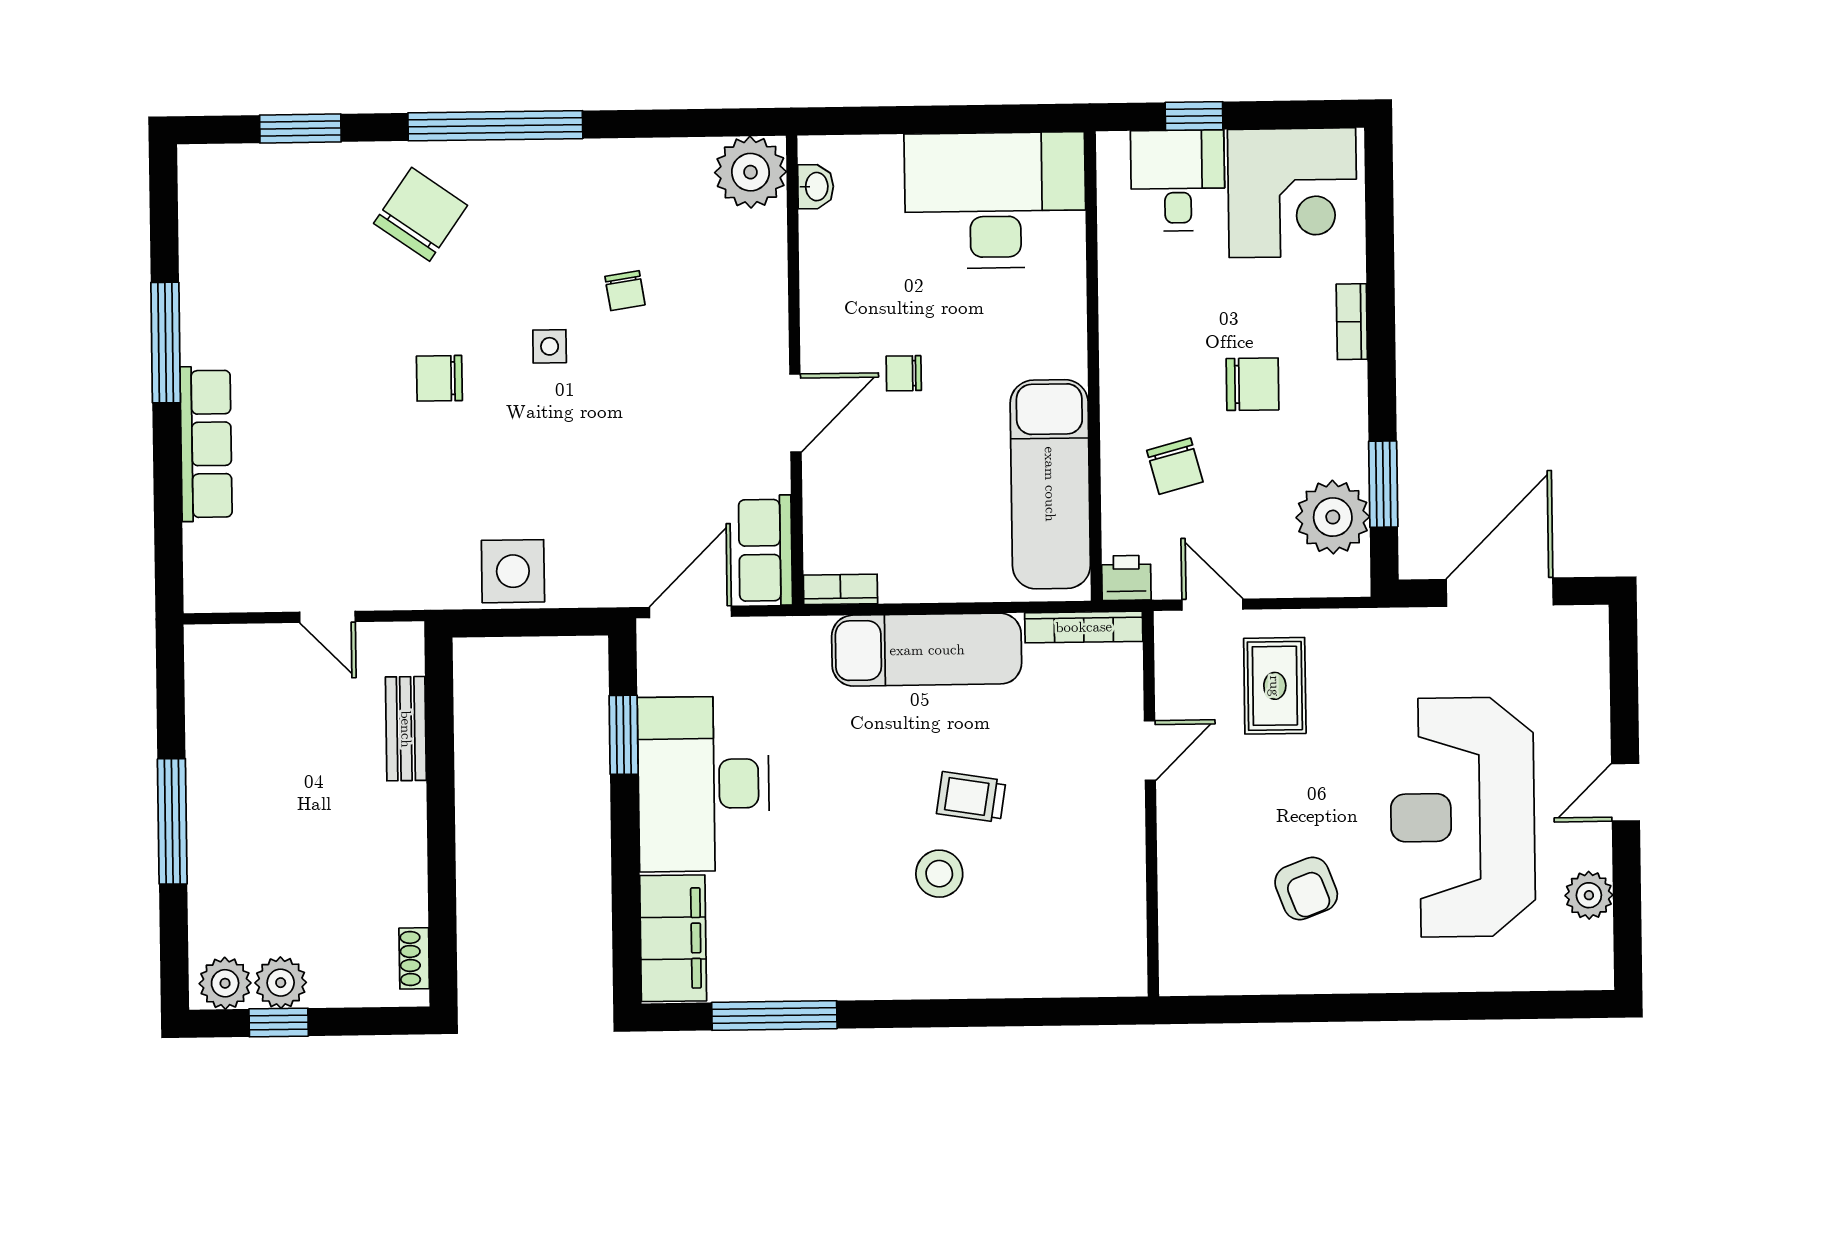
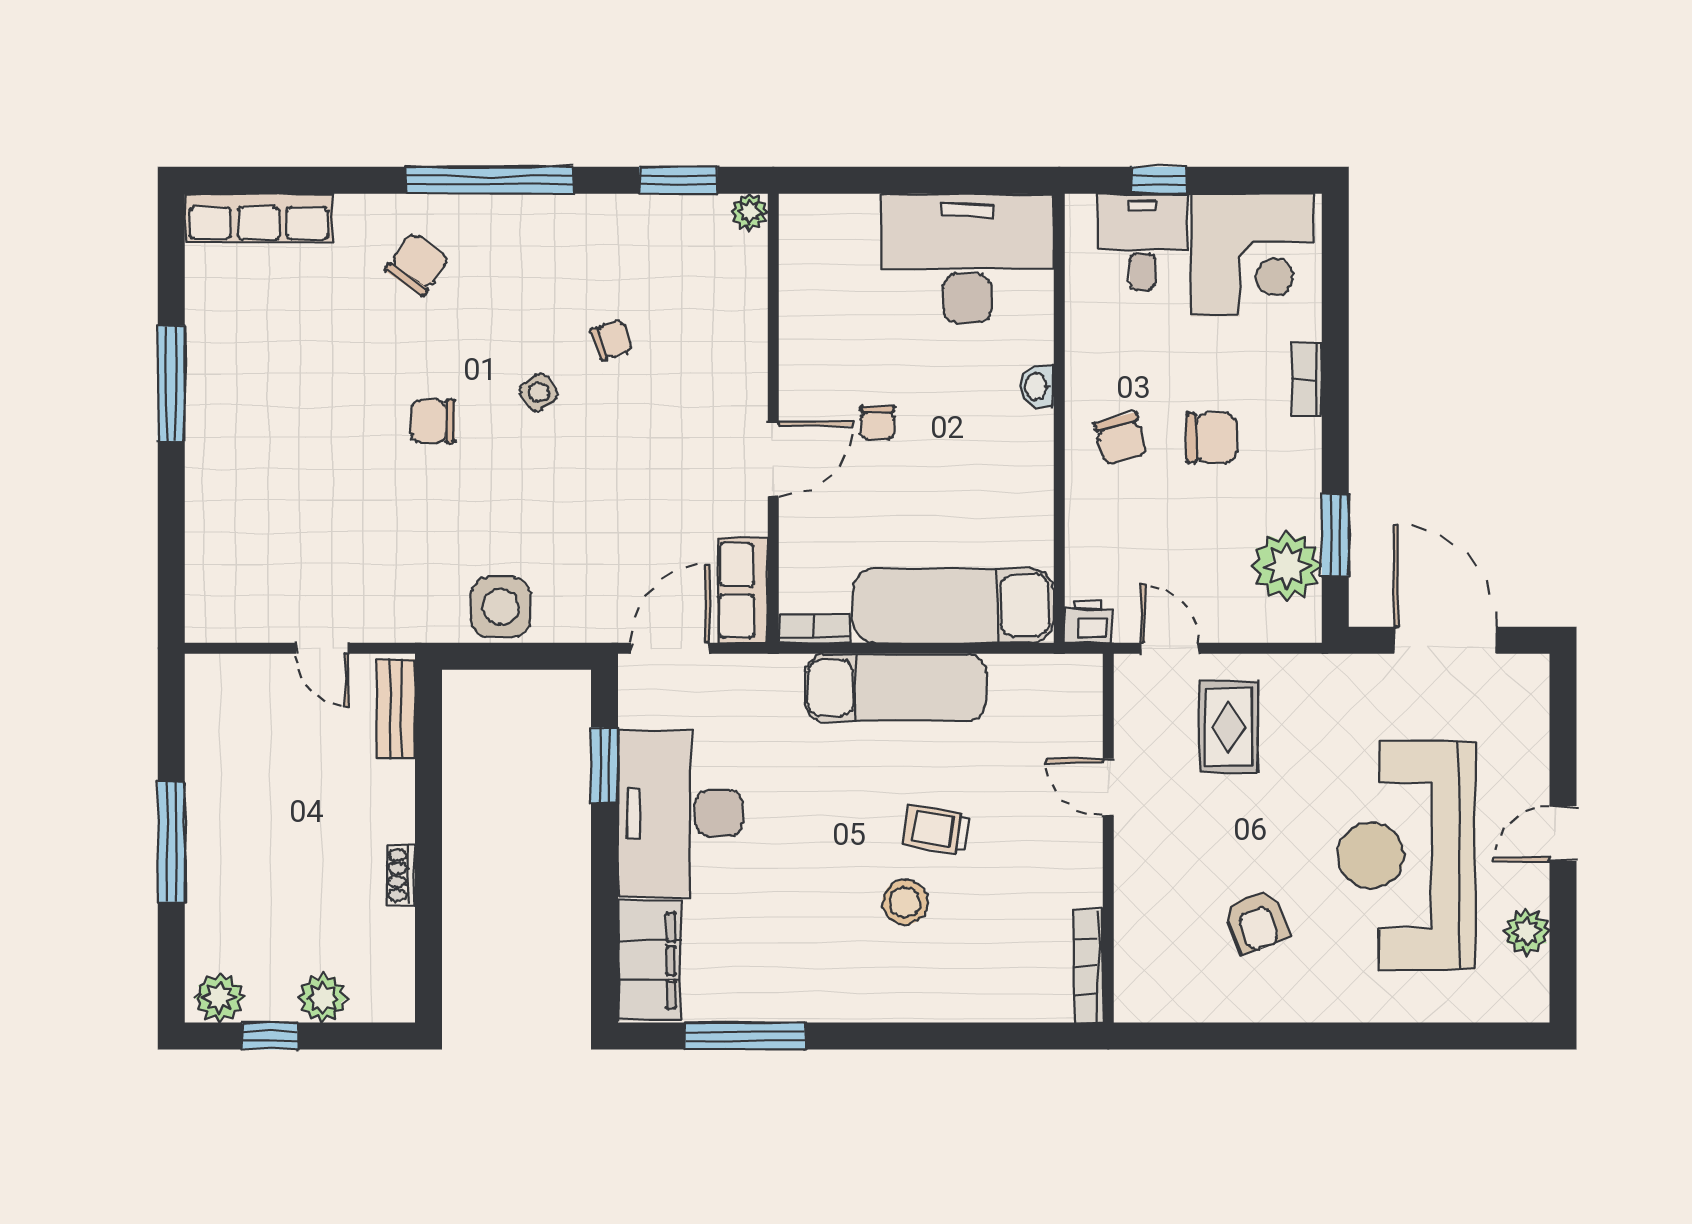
window: (300, 128) -> (678, 180), moved
plant: (750, 172) -> (750, 212), width x0.53, depth x0.53
washbasin: (816, 187) -> (1037, 386), moved, turned 180
chair: (421, 214) -> (417, 264), width x0.73, depth x0.73
chair: (625, 291) -> (612, 340), turned -100
side table: (550, 346) -> (539, 392), turned -36
chair: (904, 373) -> (878, 423), turned -90
row of seats: (206, 444) -> (259, 218), moved, turned 90
chair: (1175, 466) -> (1121, 439), moved
exam couch: (1050, 484) -> (953, 606), moved, turned 90
door: (1500, 592) -> (1445, 640), hinge flipped
bookcase: (1084, 627) -> (1089, 966), moved, turned 90
bench: (406, 729) -> (396, 709), moved
door: (1150, 750) -> (1108, 787), swing flipped
shoe rack: (414, 958) -> (401, 875), moved
plant: (281, 983) -> (323, 998), moved

